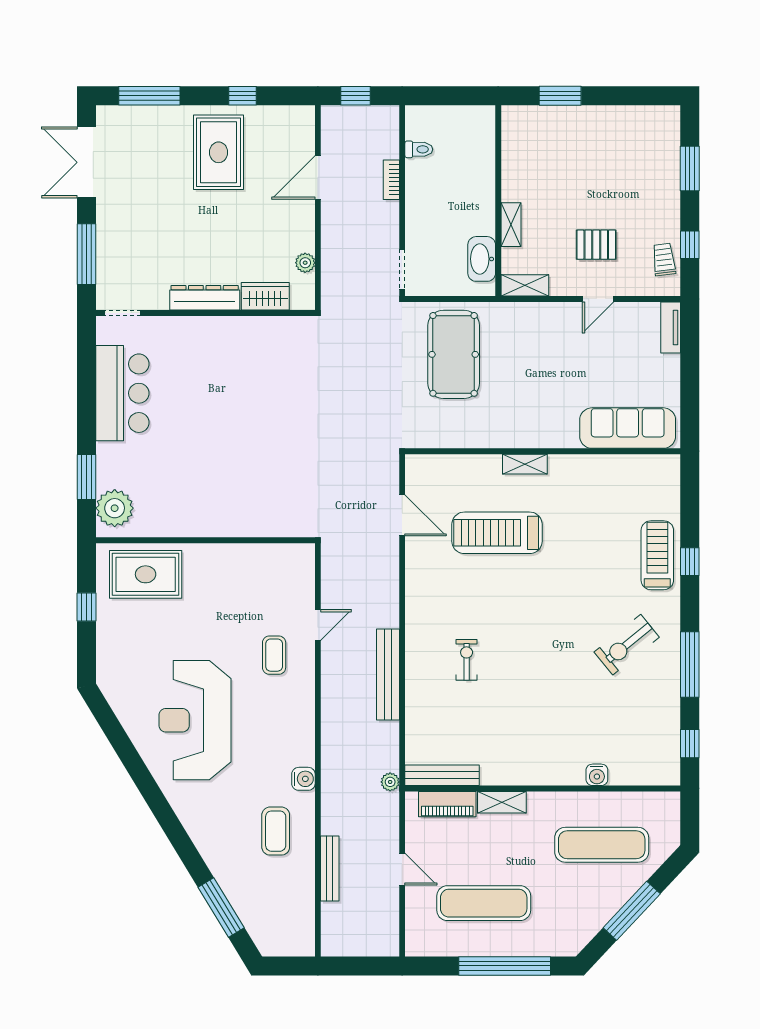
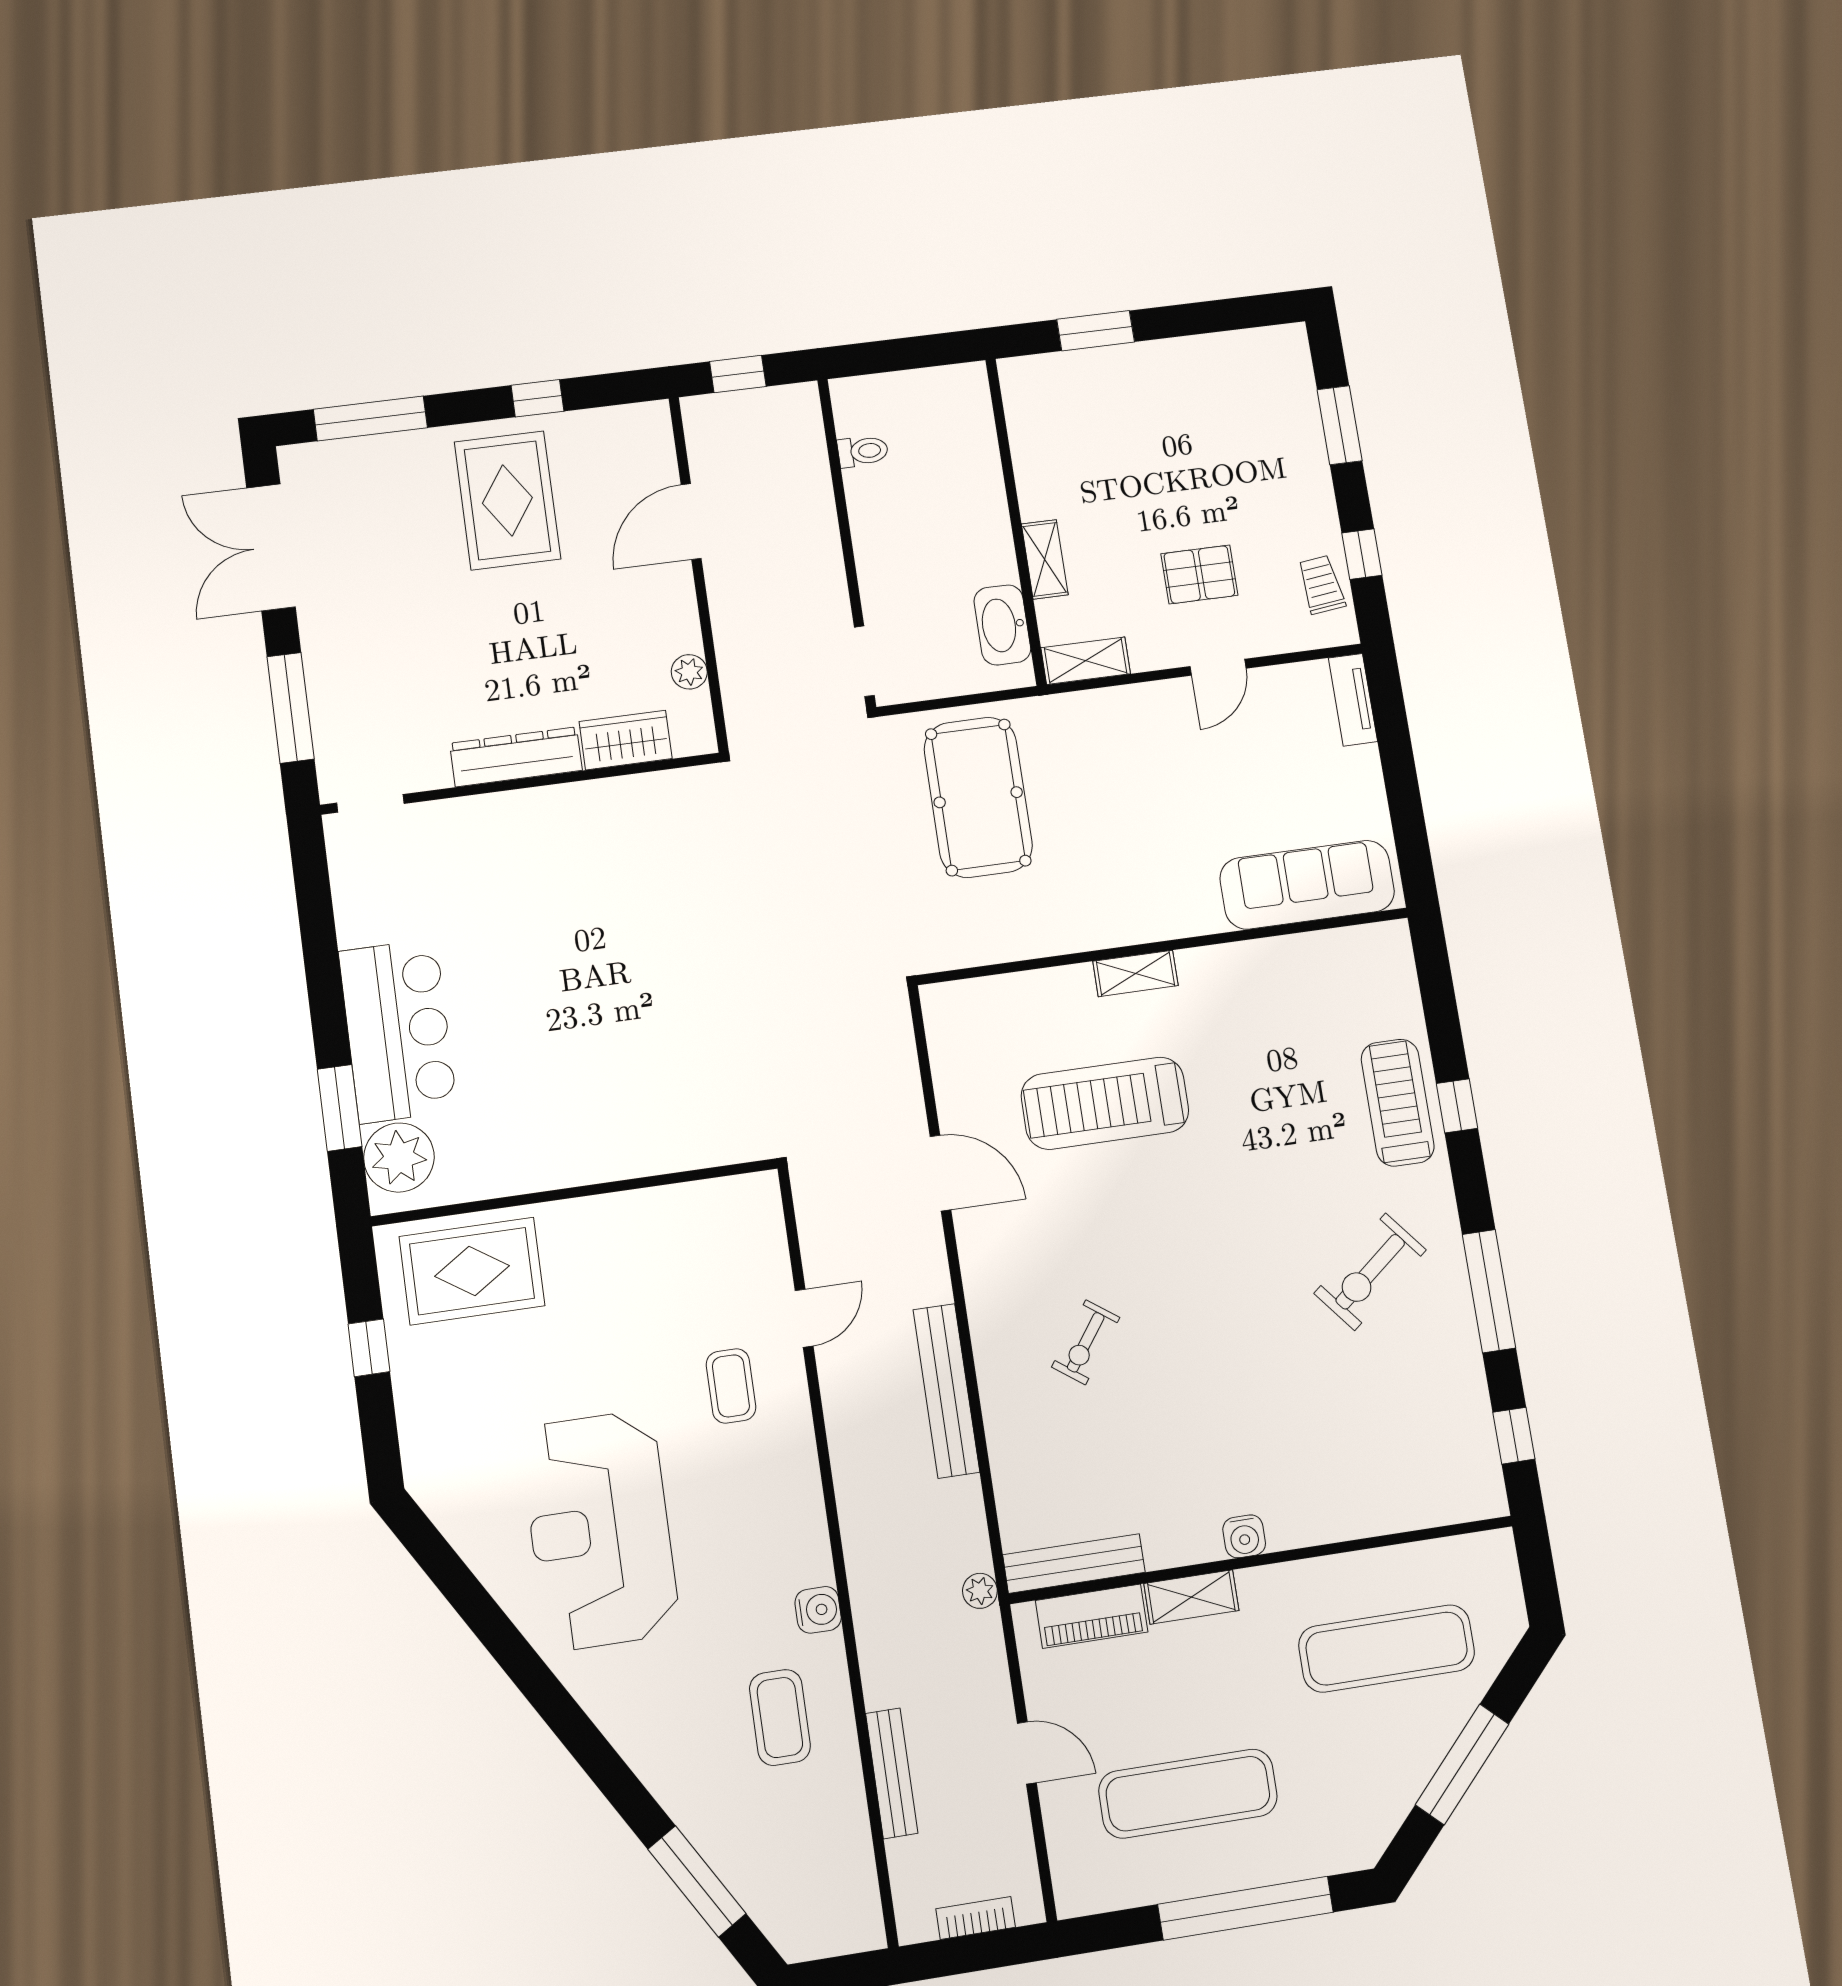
bookcase: (391, 180) -> (976, 1918), moved, turned 90
bar counter: (122, 393) -> (398, 1031), moved
door: (402, 515) -> (941, 1173), moved
exercise bike: (467, 660) -> (1086, 1342), turned -144
water cooler: (597, 775) -> (1244, 1536), moved

